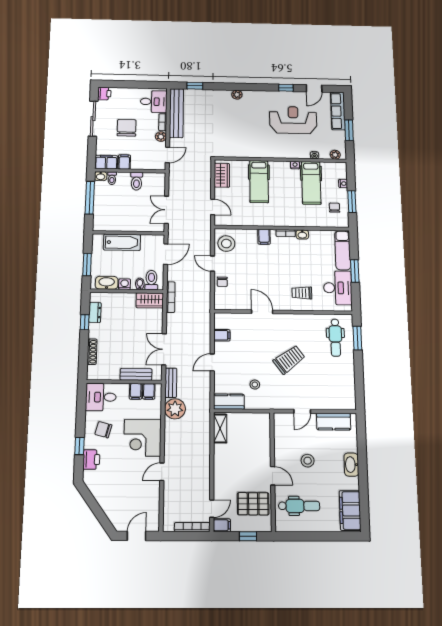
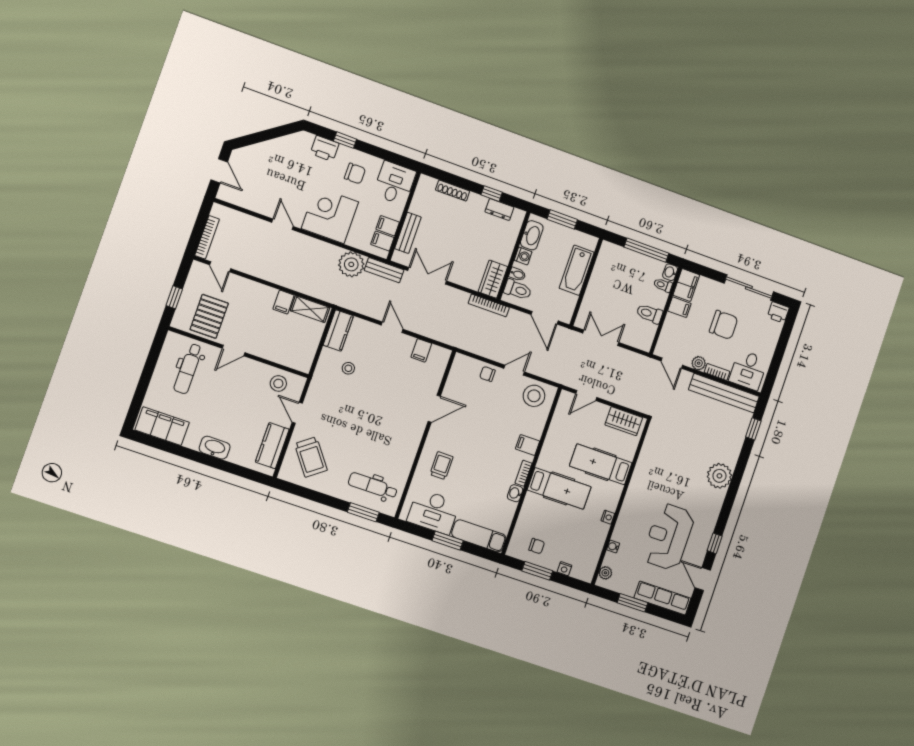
plant: (237, 95) -> (719, 476), width x1.87, depth x1.87
reception desk: (293, 120) -> (668, 537), turned 180
hospital bed: (311, 183) -> (559, 488), moved, turned 180
trolley: (289, 359) -> (311, 457), moved
chair: (103, 430) -> (355, 174), turned 75
stool: (308, 461) -> (278, 383), moved
filing cabinet: (222, 525) -> (283, 302), moved

